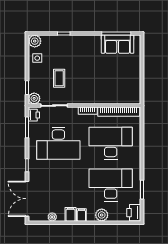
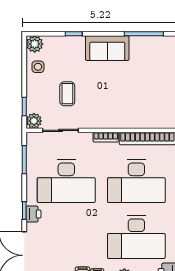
sofa: (118, 44) -> (107, 48), moved
printer: (34, 115) -> (33, 214), moved
desk: (111, 143) -> (136, 181), turned 180
desk: (111, 185) -> (136, 237), turned 180

